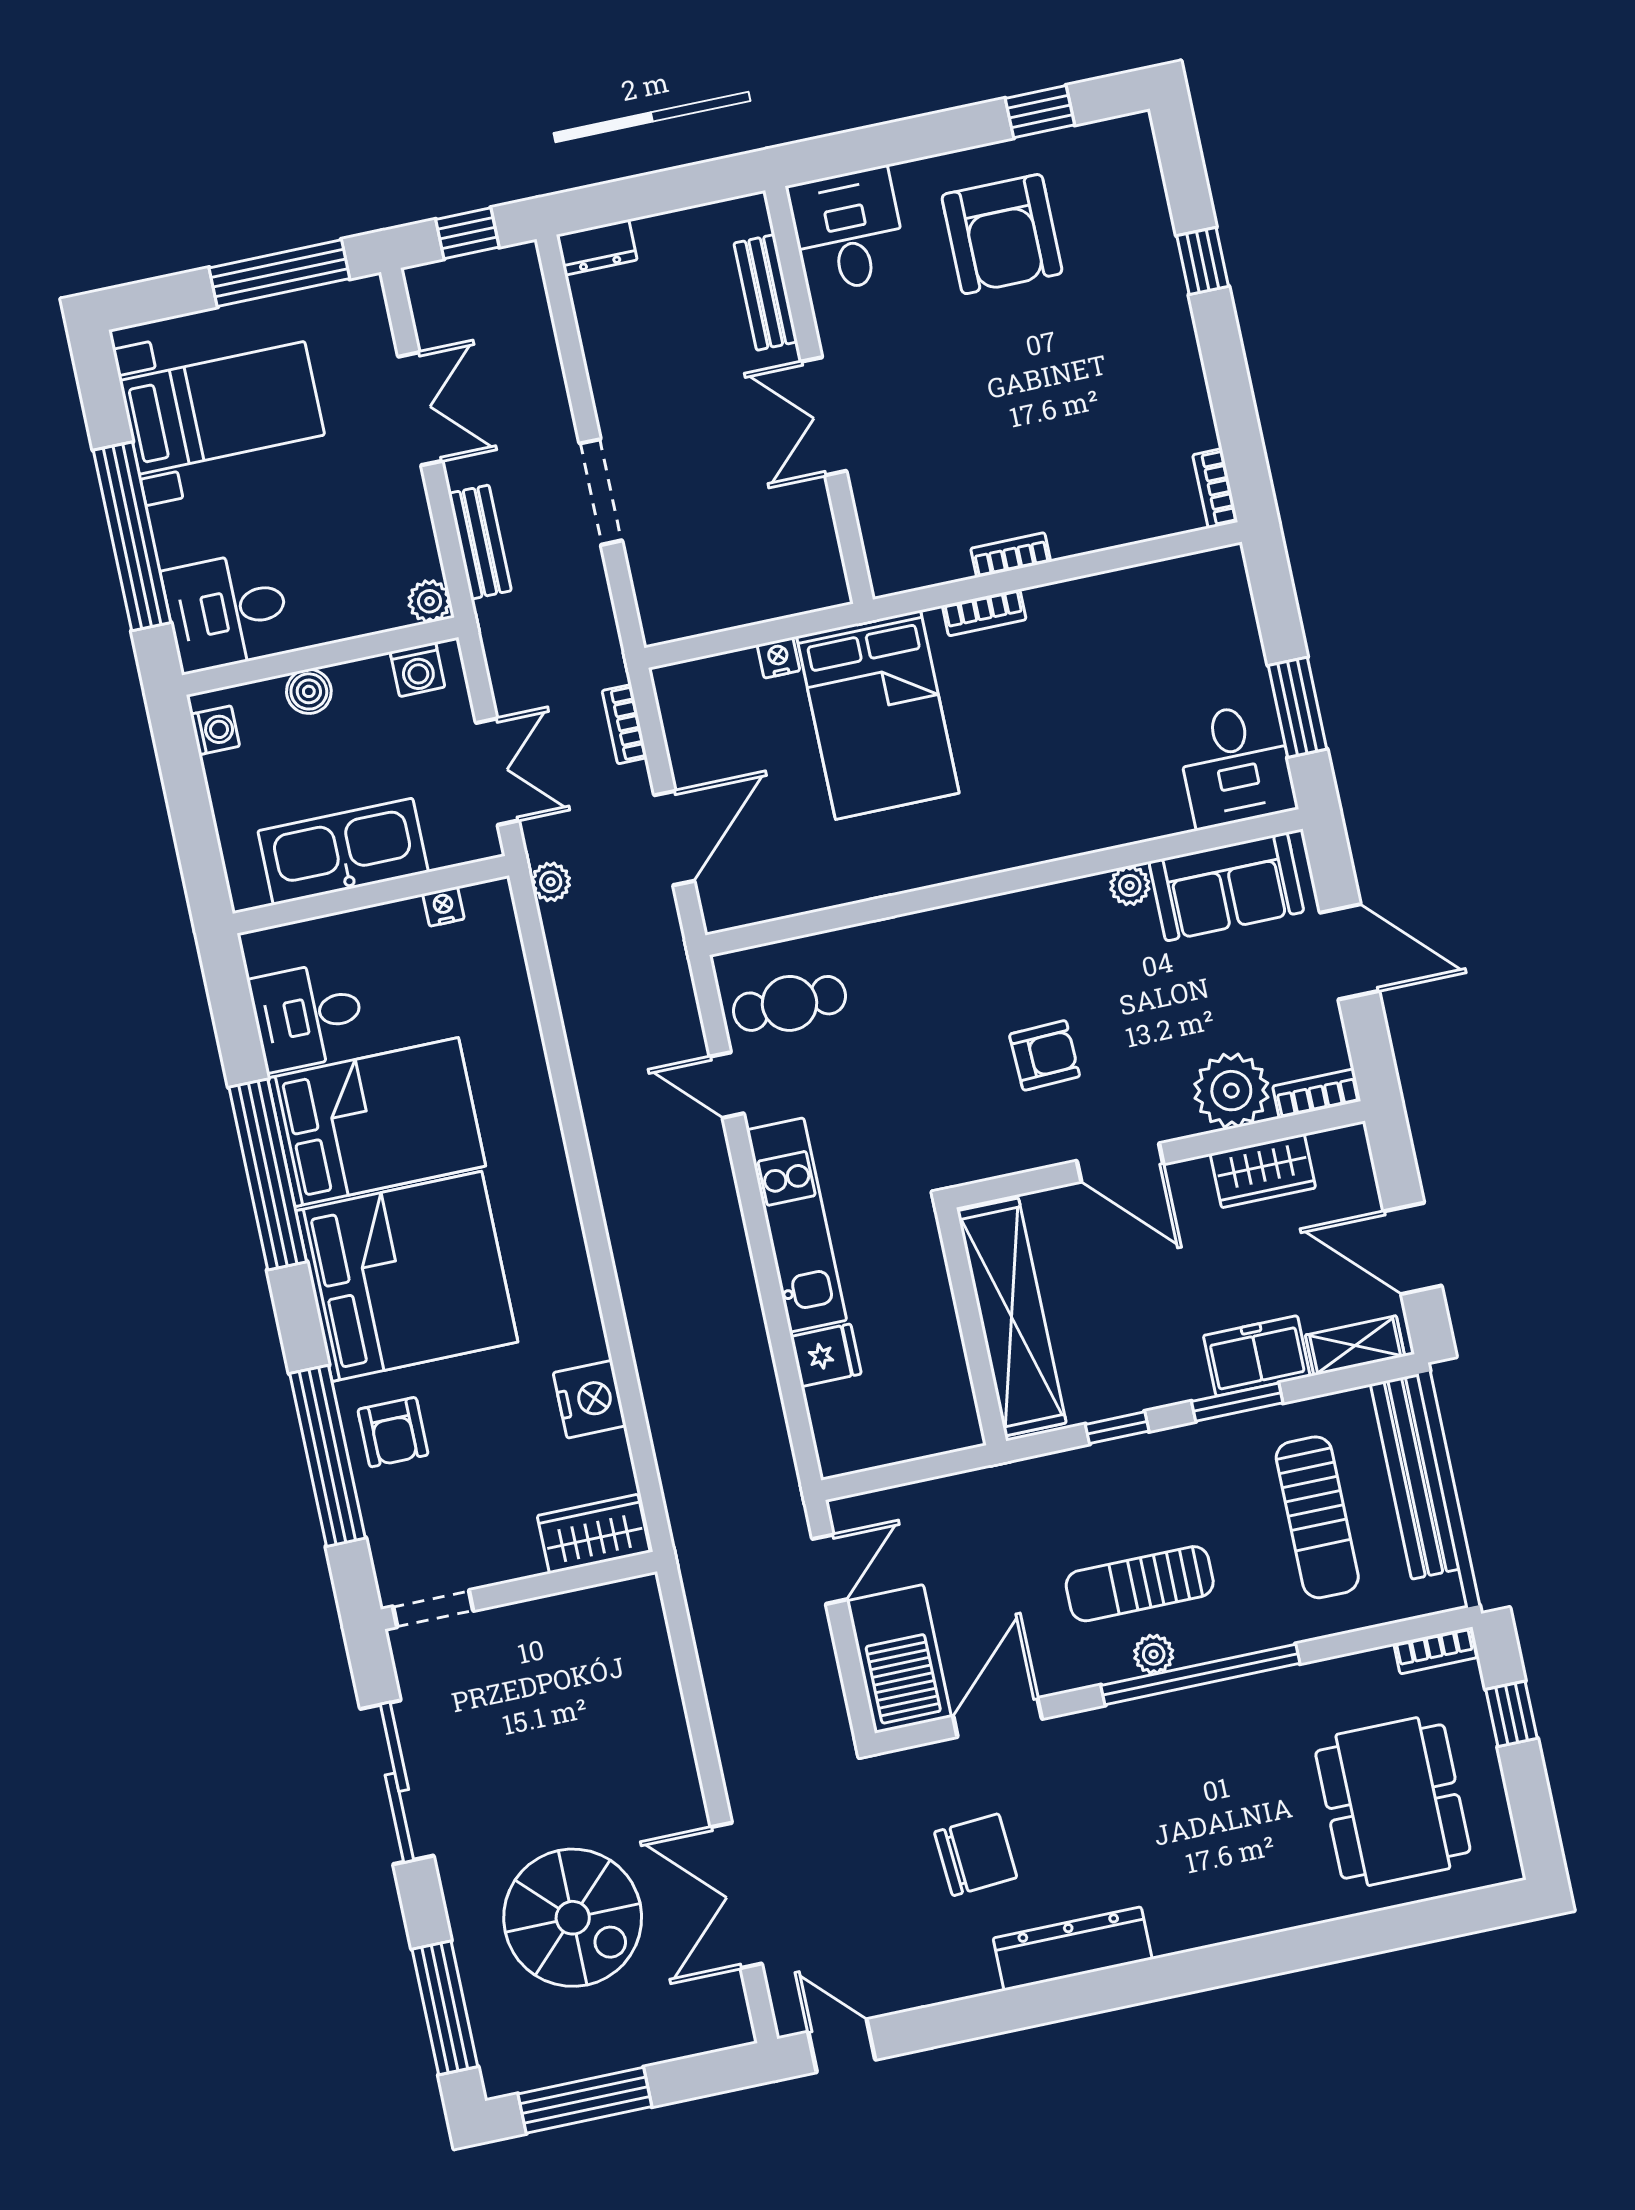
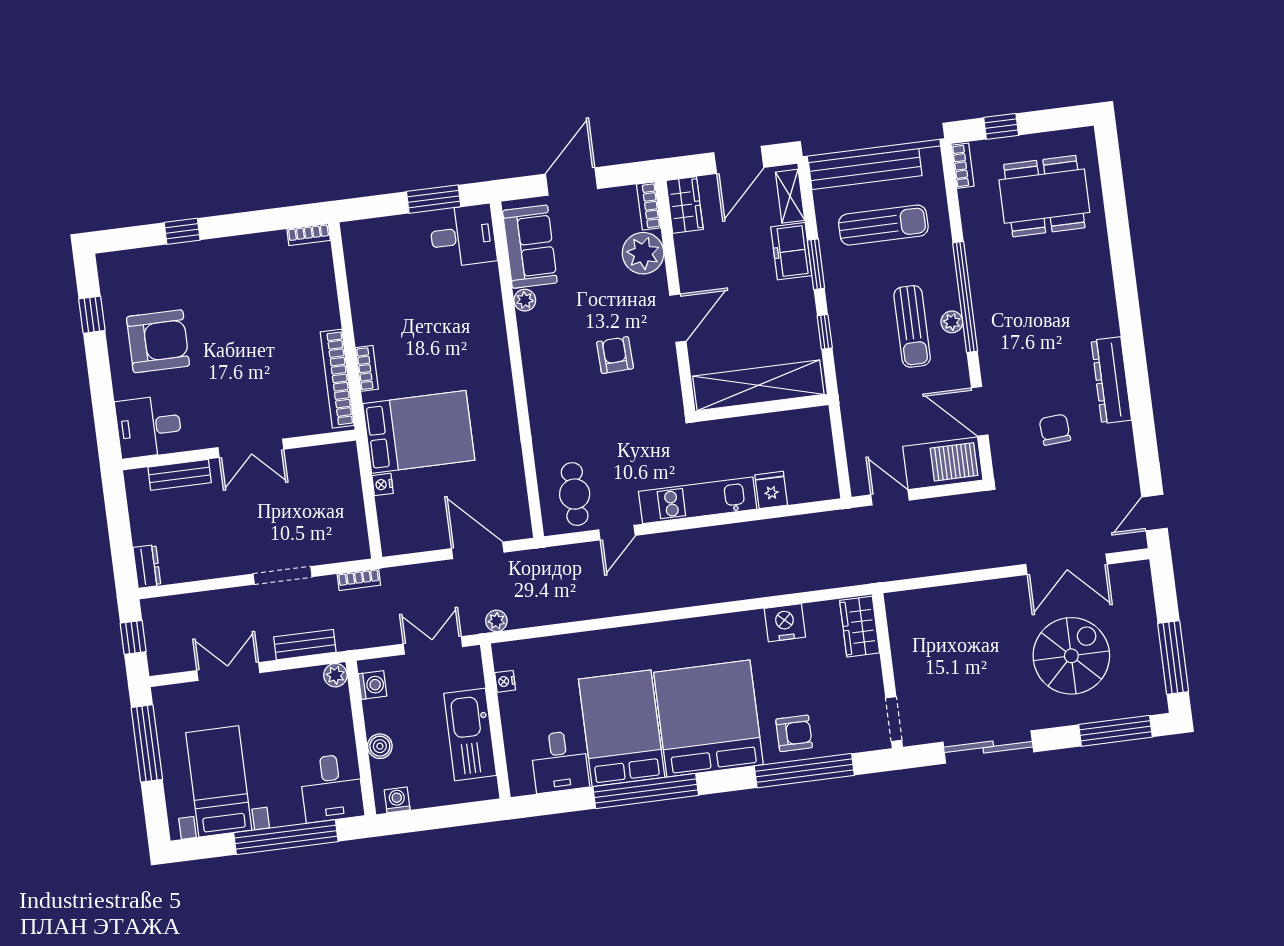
bookcase: (1011, 555) -> (337, 379), width x2.31, depth x1.31
bookcase: (625, 724) -> (359, 580), moved
wardrobe: (1263, 1171) -> (685, 205), moved
chair: (976, 1855) -> (1055, 430), width x0.73, depth x0.73

